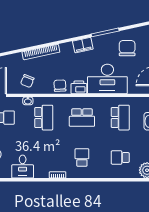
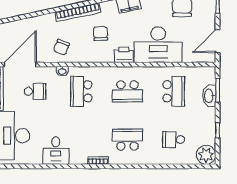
chair: (60, 86) -> (101, 34), moved
school desk: (44, 118) -> (81, 91), turned 180
school desk: (82, 157) -> (127, 140), width x1.85

